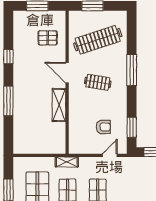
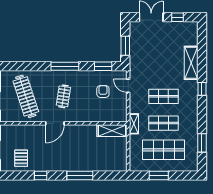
pallet: (48, 38) -> (21, 158), moved
window: (132, 70) -> (65, 66), moved
shelving: (59, 105) -> (112, 131), moved

